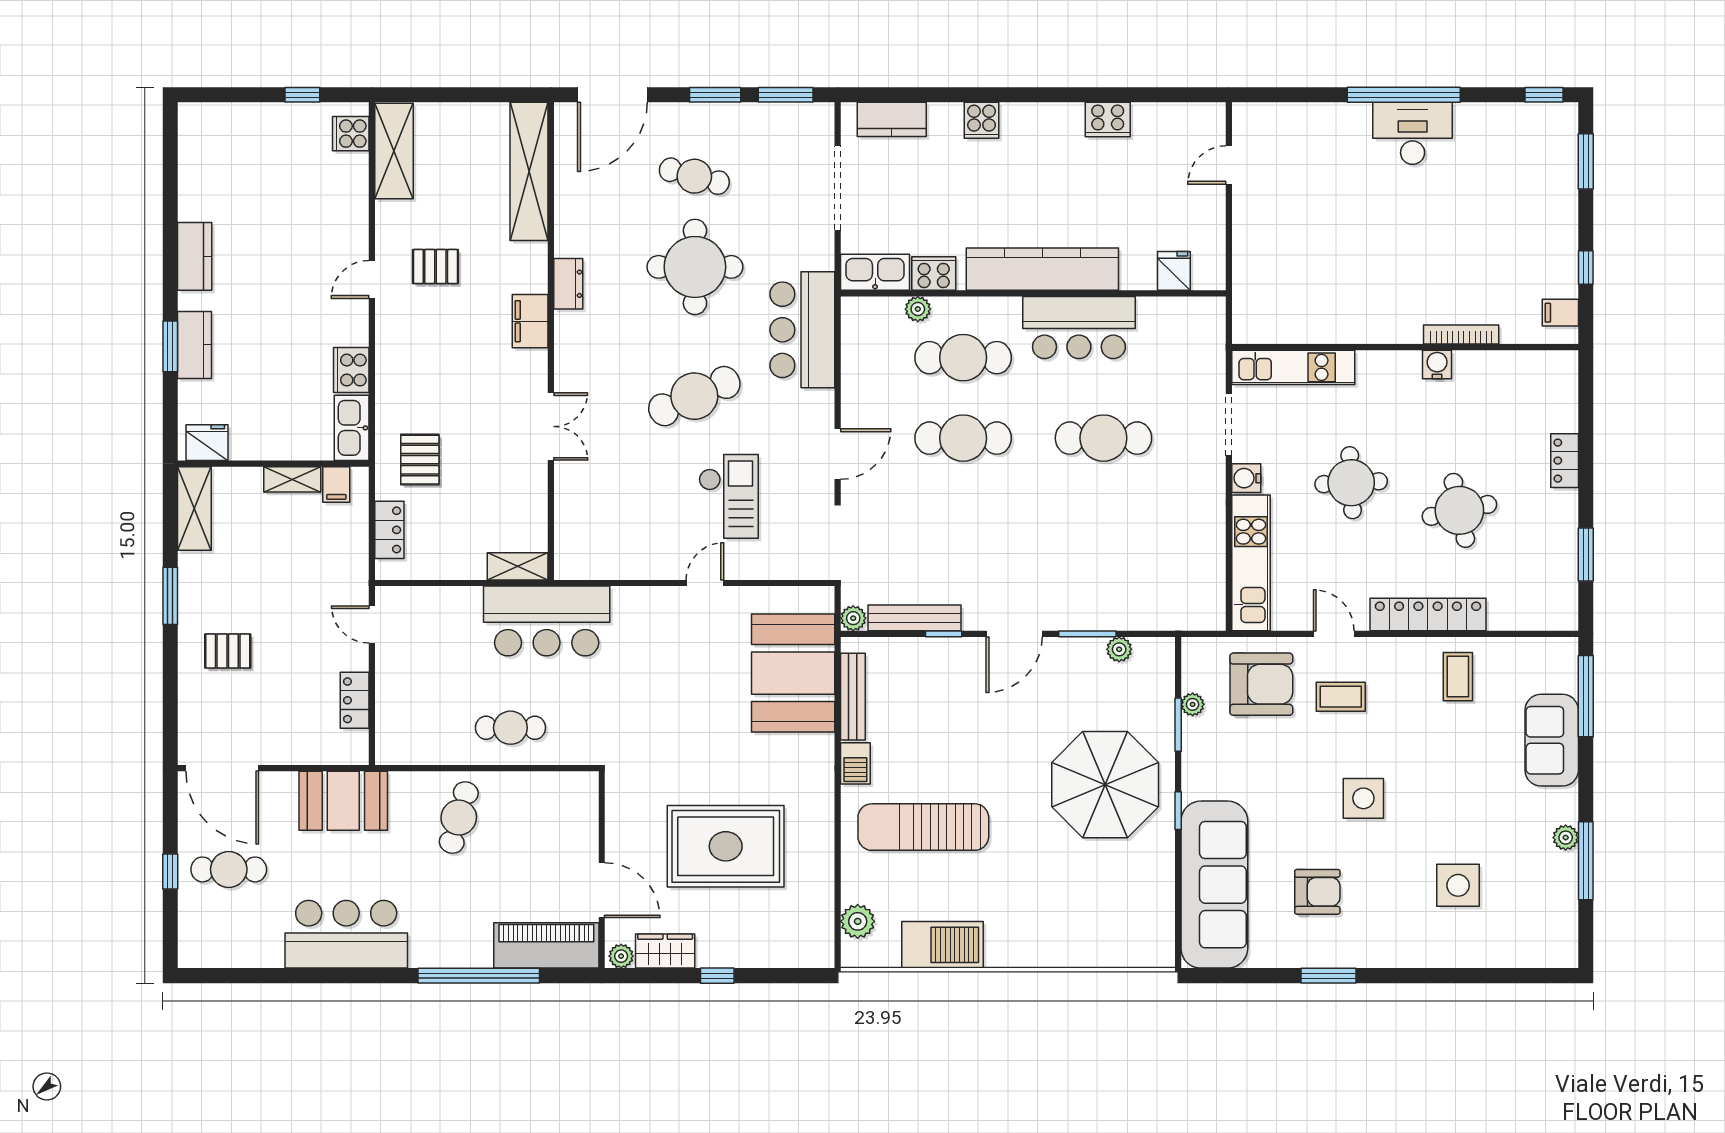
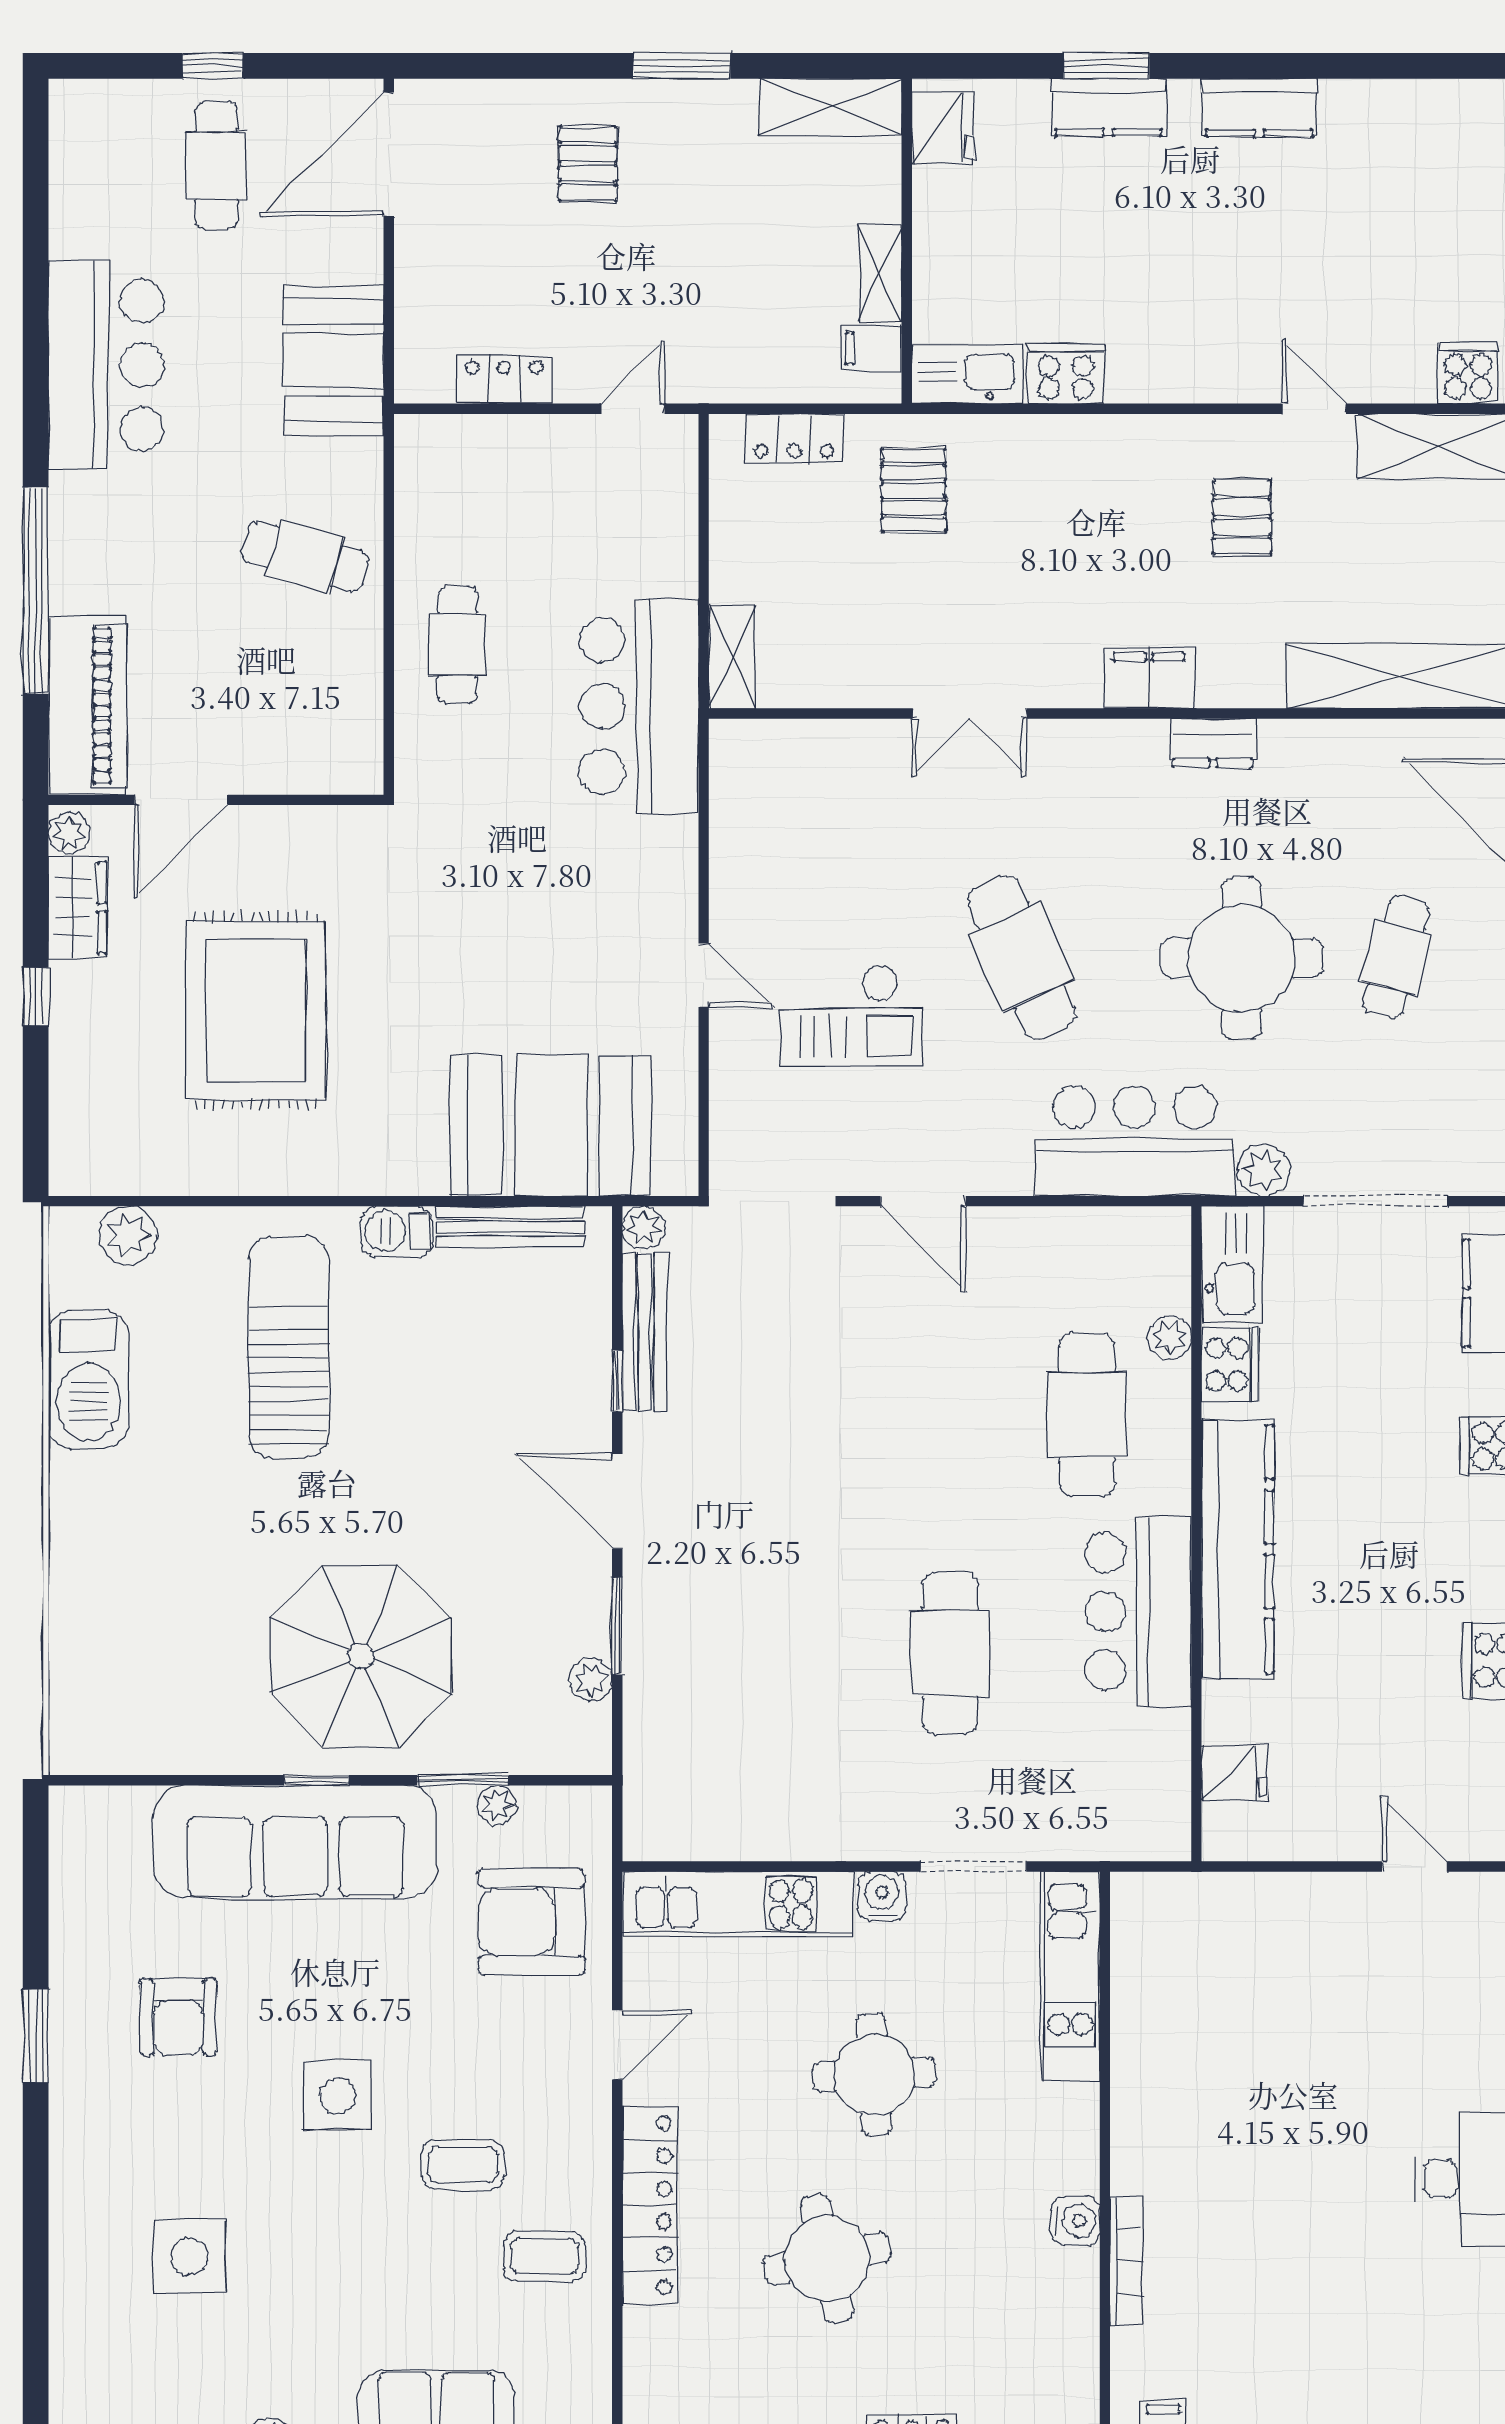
plant: (819, 254) -> (1263, 1170), added
door: (372, 279) -> (1314, 409), moved
cafe table: (963, 438) -> (950, 1415), removed
pallet: (420, 460) -> (913, 490), turned 90
armchair: (1261, 684) -> (531, 1922), turned 90
coffee table: (1341, 697) -> (463, 2165), moved, turned 90
sofa: (1214, 885) -> (295, 1842), moved

